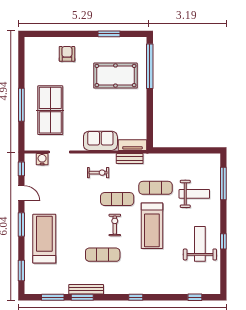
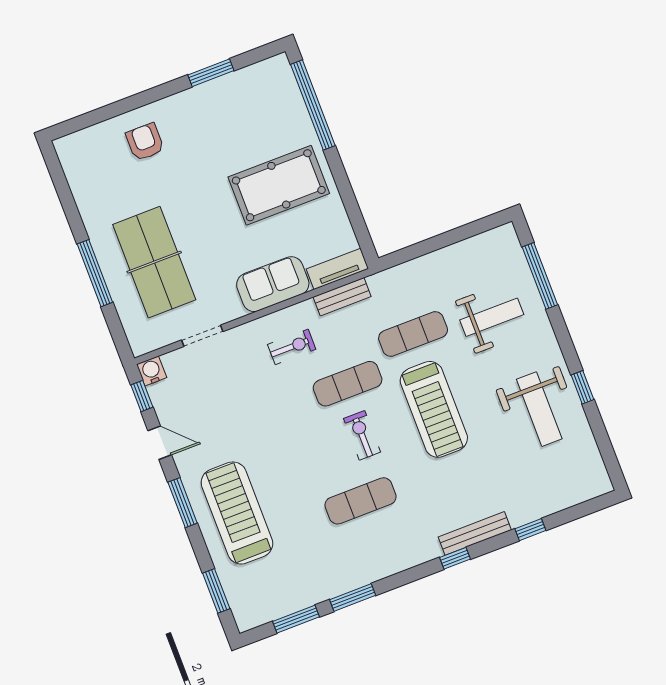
pool table: (115, 76) -> (279, 185), moved
water cooler: (42, 159) -> (152, 371), moved
weight bench: (200, 244) -> (539, 409), turned 180
bench: (86, 289) -> (475, 533), moved
window: (195, 297) -> (530, 530), moved

